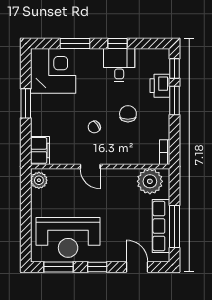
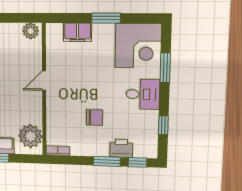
window: (118, 43) -> (163, 125), moved
desk: (119, 65) -> (143, 94), moved
chair: (94, 127) -> (82, 85), removed
filing cabinet: (40, 150) -> (78, 32), moved

